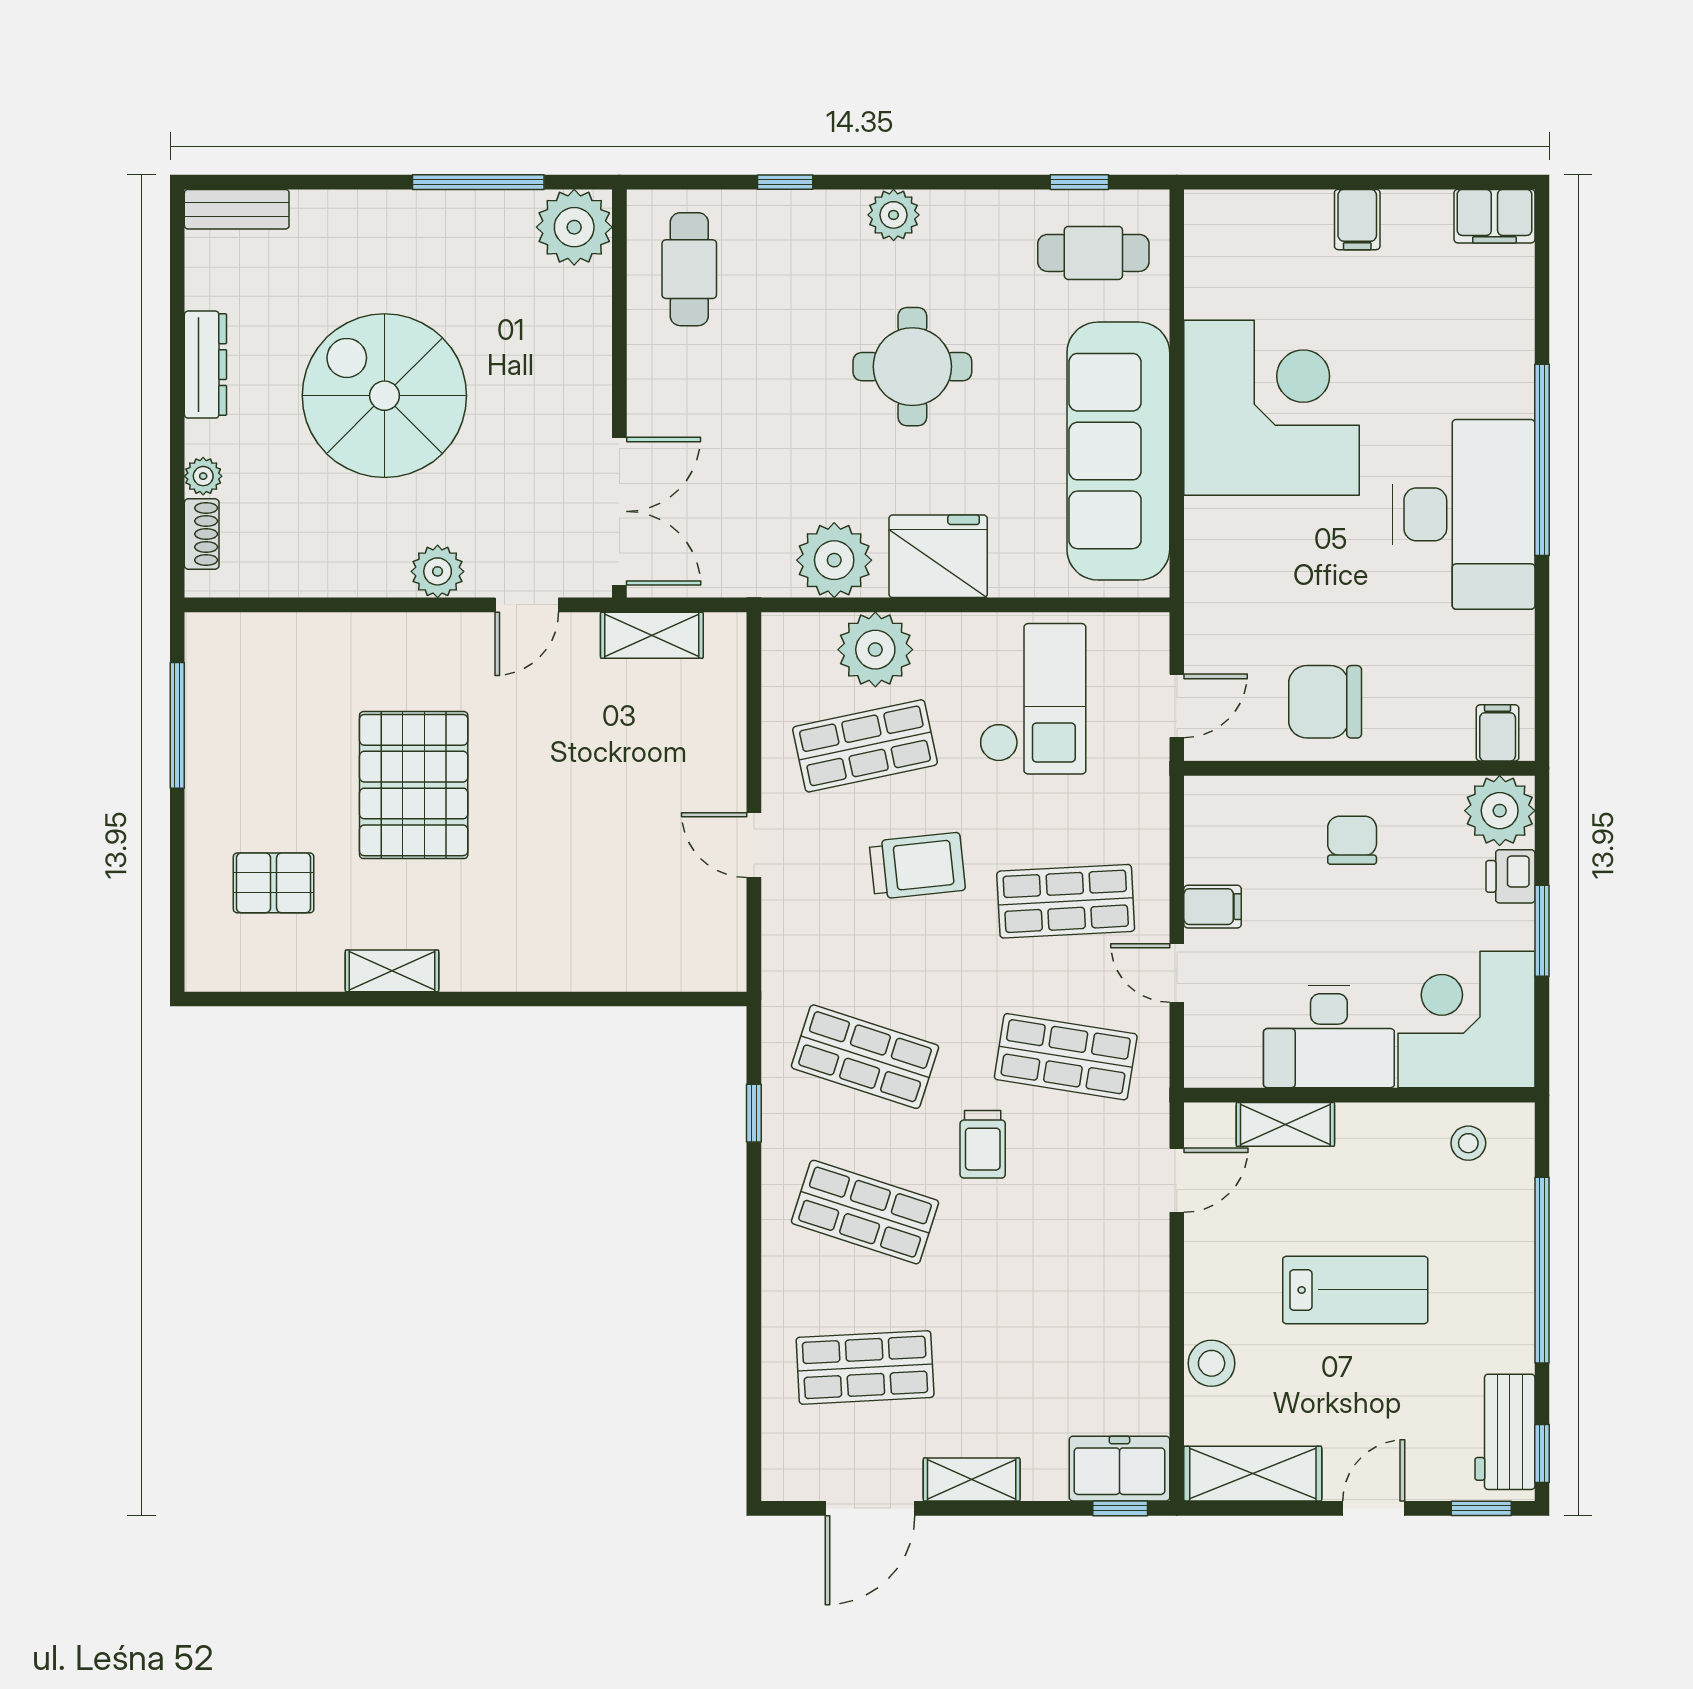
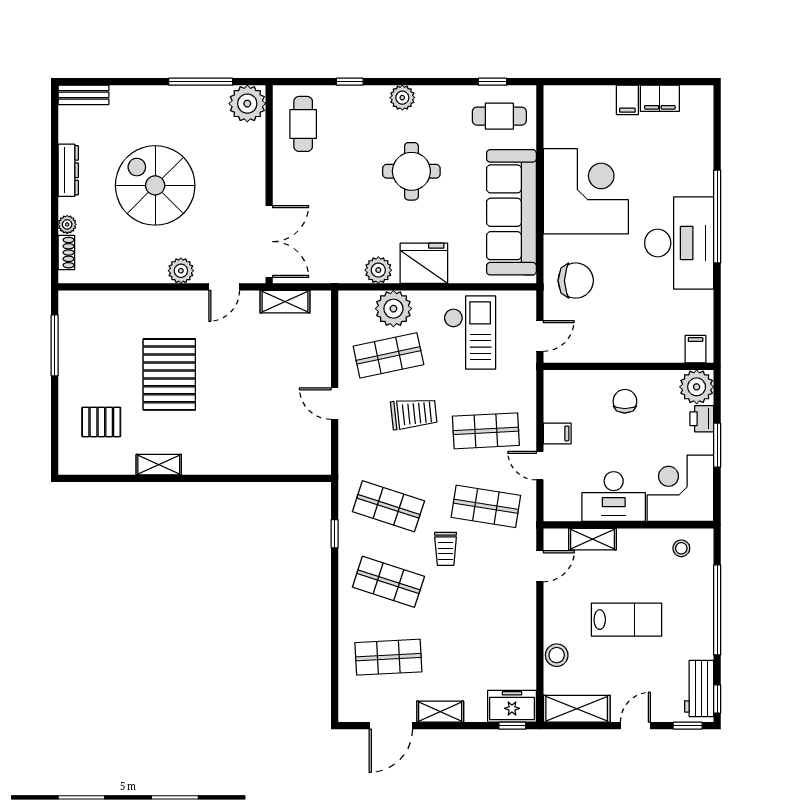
filing cabinet: (1494, 216) -> (660, 98), moved
plant: (834, 560) -> (378, 270), width x0.73, depth x0.73
chair: (1325, 702) -> (576, 281), moved, turned 180

